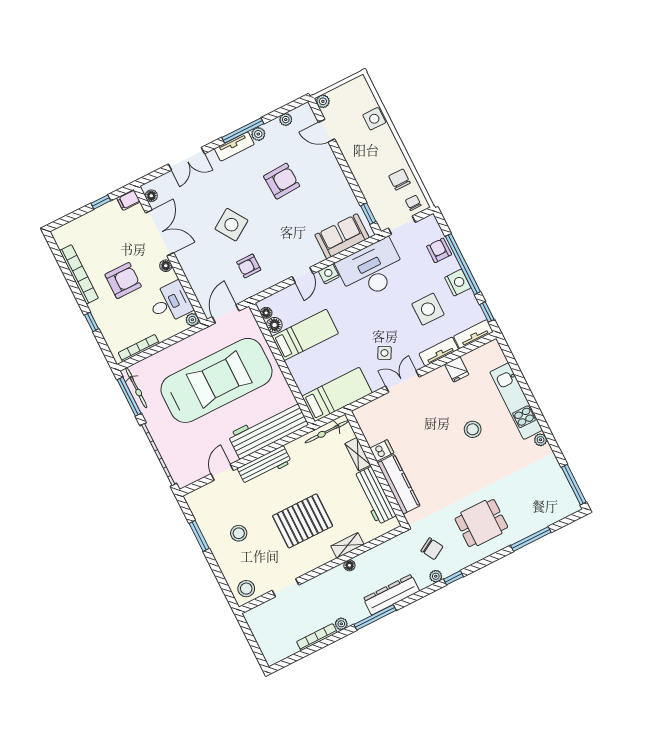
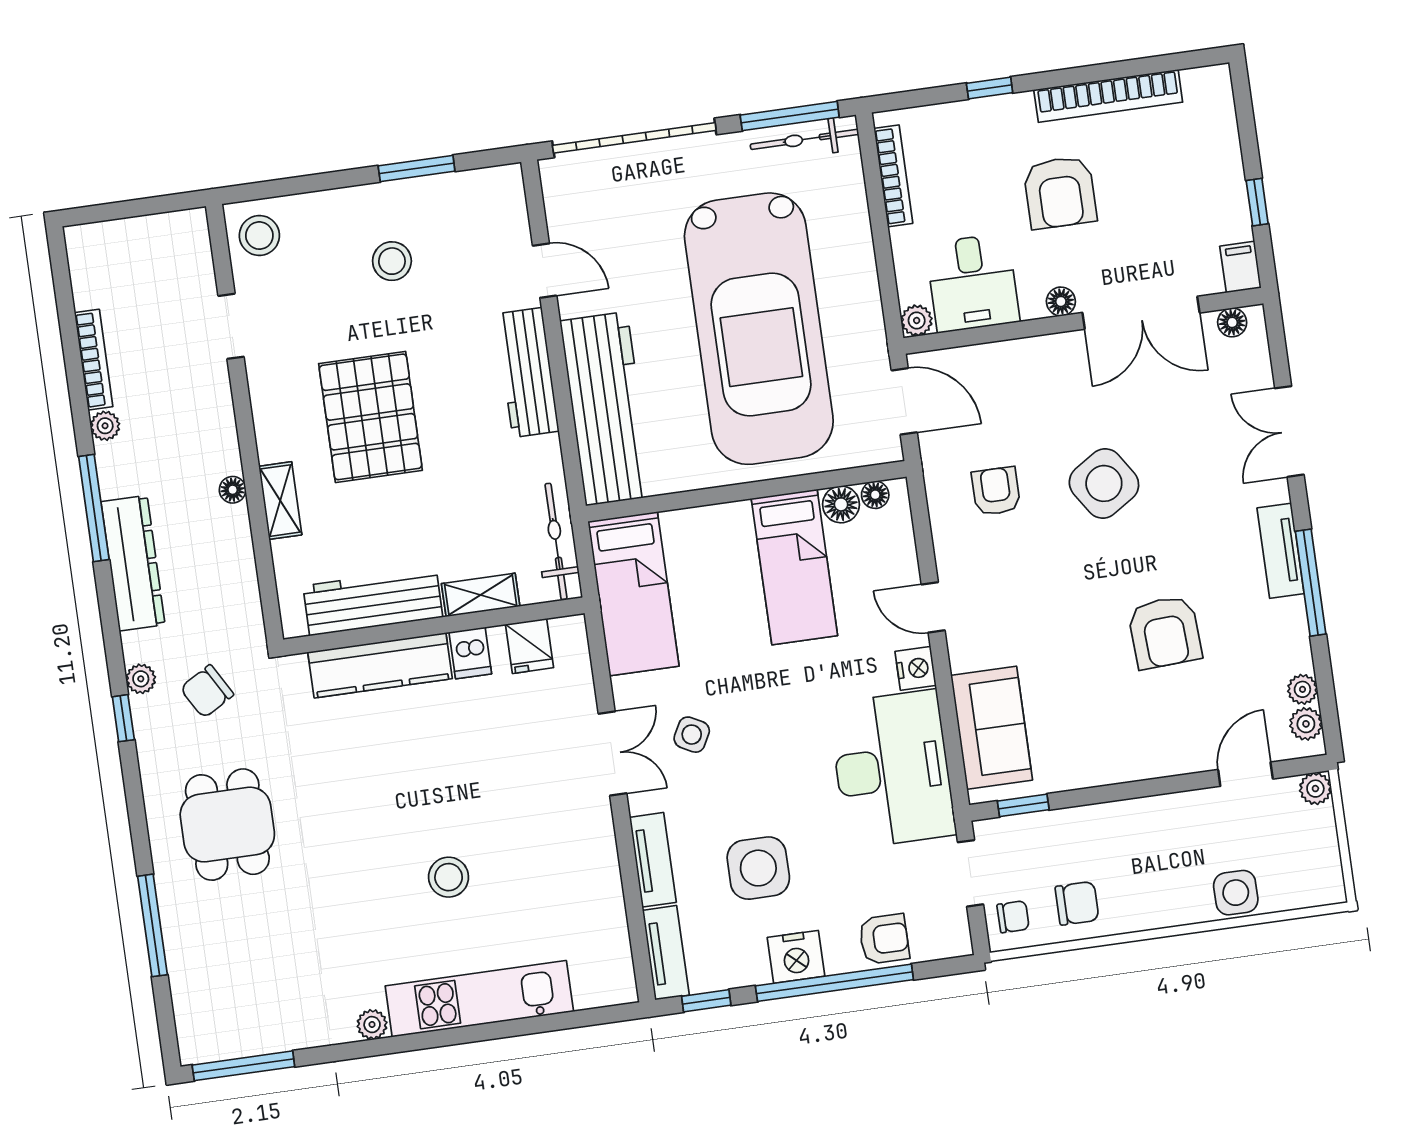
plant: (258, 134) -> (1306, 724), moved
fridge: (457, 369) -> (529, 646), moved, turned -90

